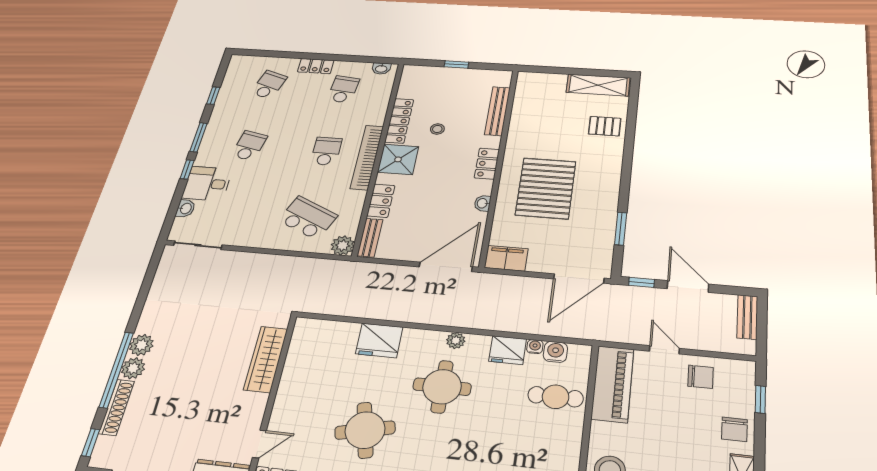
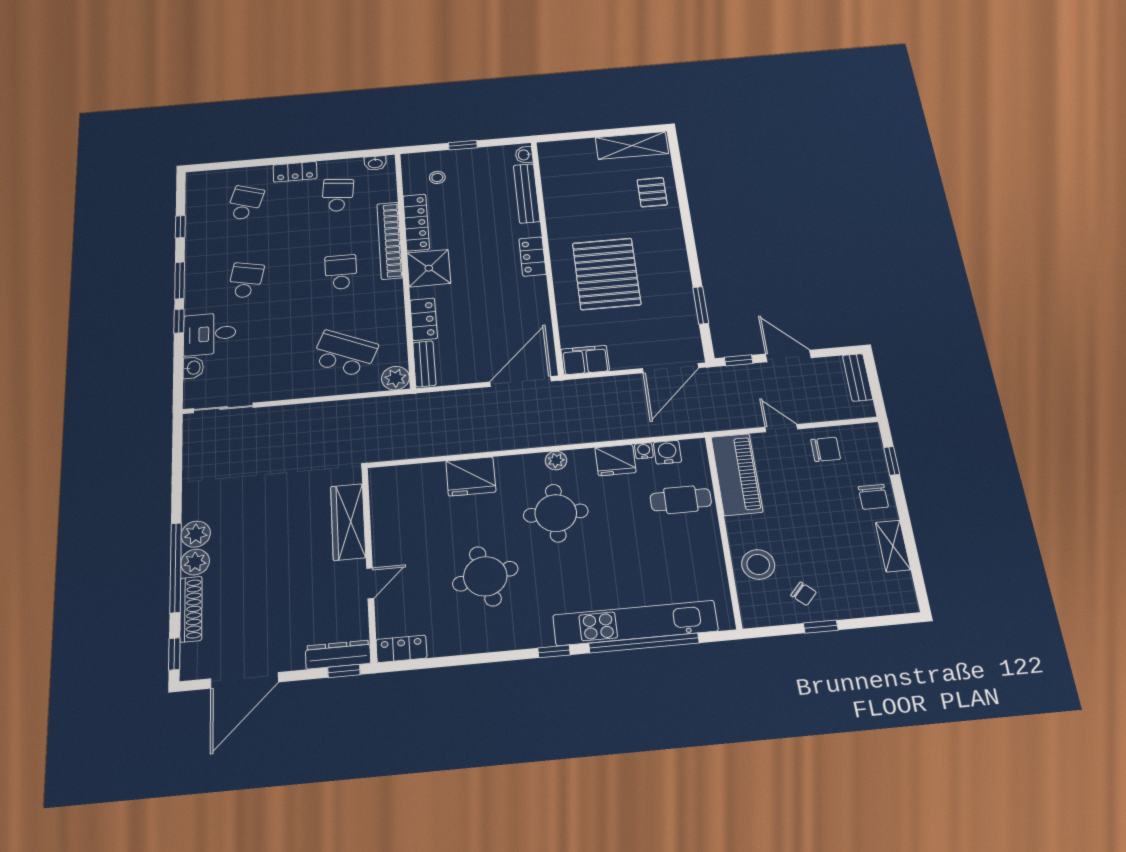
pallet: (605, 126) -> (652, 192), turned 90
stool: (437, 129) -> (437, 177), moved
bookcase: (367, 157) -> (390, 240), moved
washbasin: (483, 203) -> (524, 155), moved
door: (259, 444) -> (370, 583), moved

